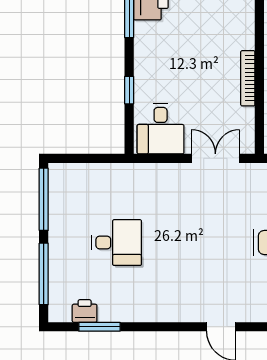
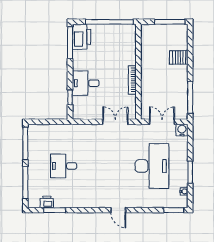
window: (129, 90) -> (70, 97), moved
desk: (161, 129) -> (86, 83), moved, turned 90
desk: (117, 243) -> (64, 166), turned 180

